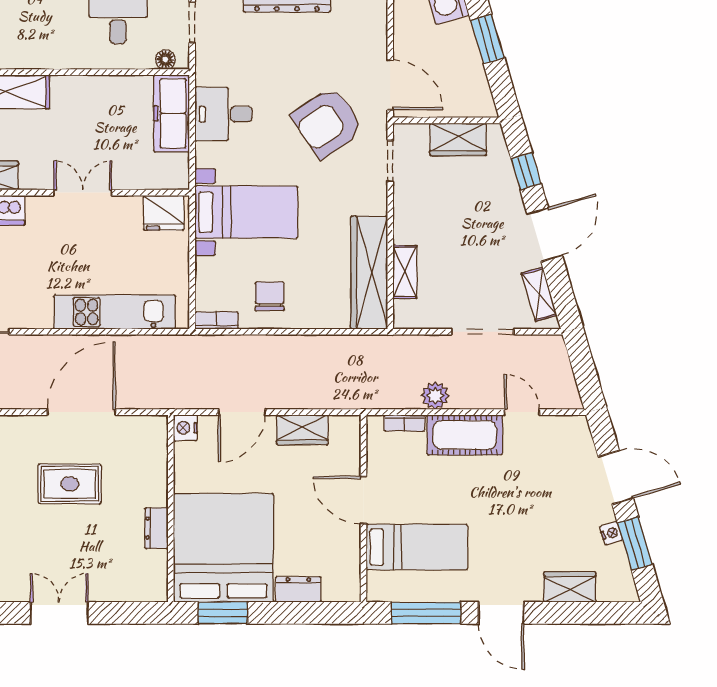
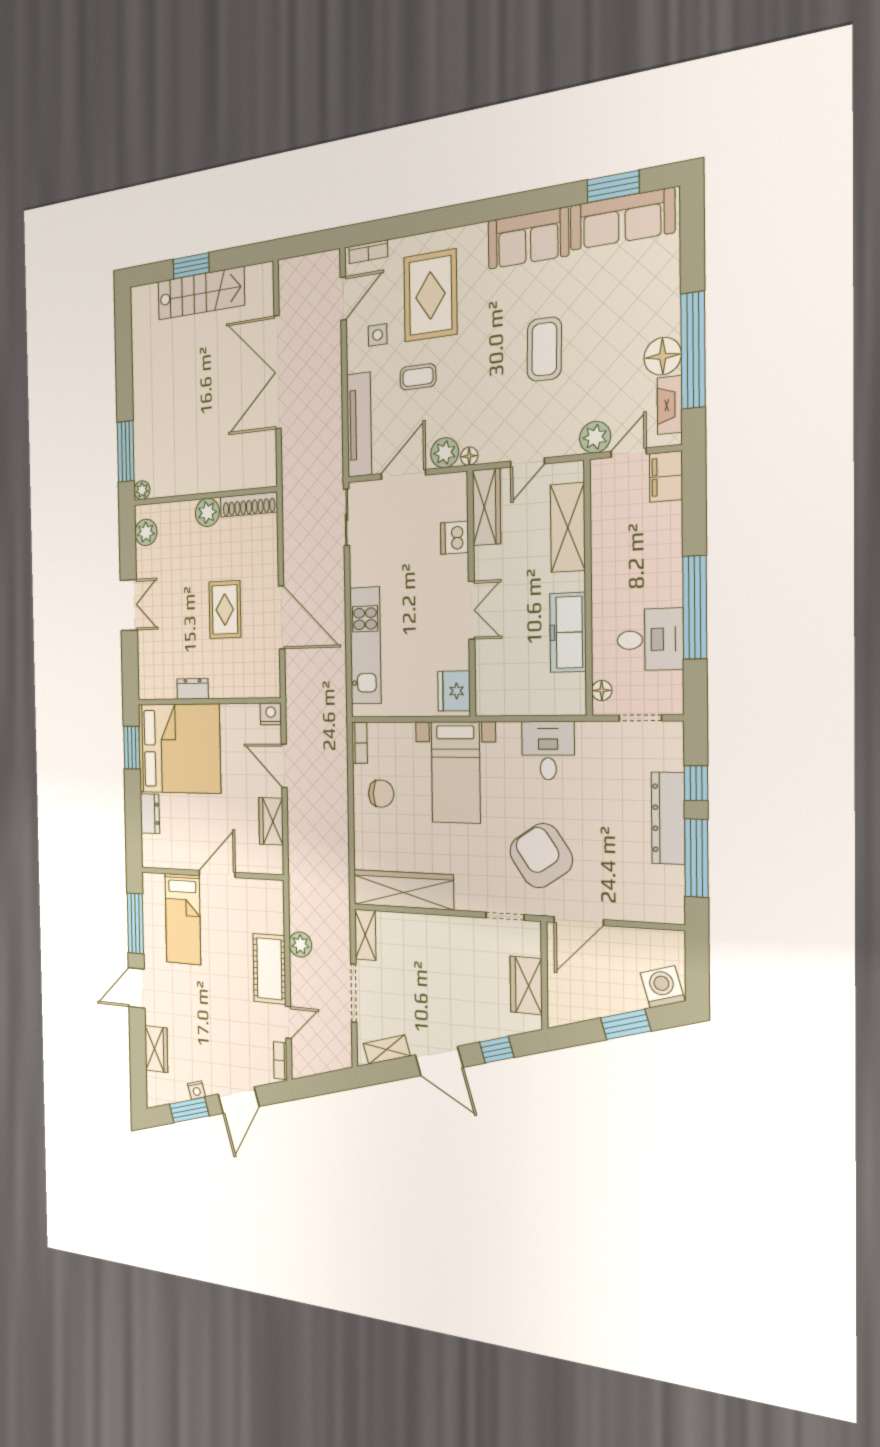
freezer: (172, 113) -> (568, 632), moved, turned -90
shelving: (405, 272) -> (365, 935), moved, turned 90
bookcase: (404, 423) -> (280, 1061), moved

